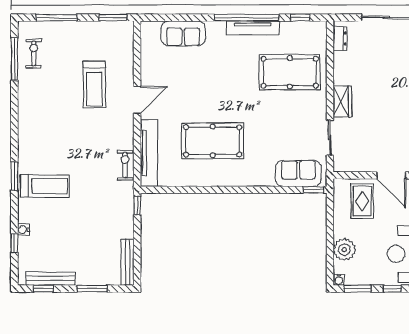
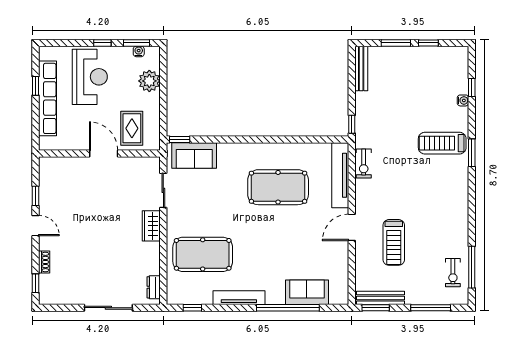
window: (247, 18) -> (288, 308), moved
treadmill: (94, 84) -> (394, 242), turned 180
bench: (50, 279) -> (380, 298), moved
water cooler: (339, 280) -> (139, 51), moved
window: (43, 289) -> (428, 43), moved

